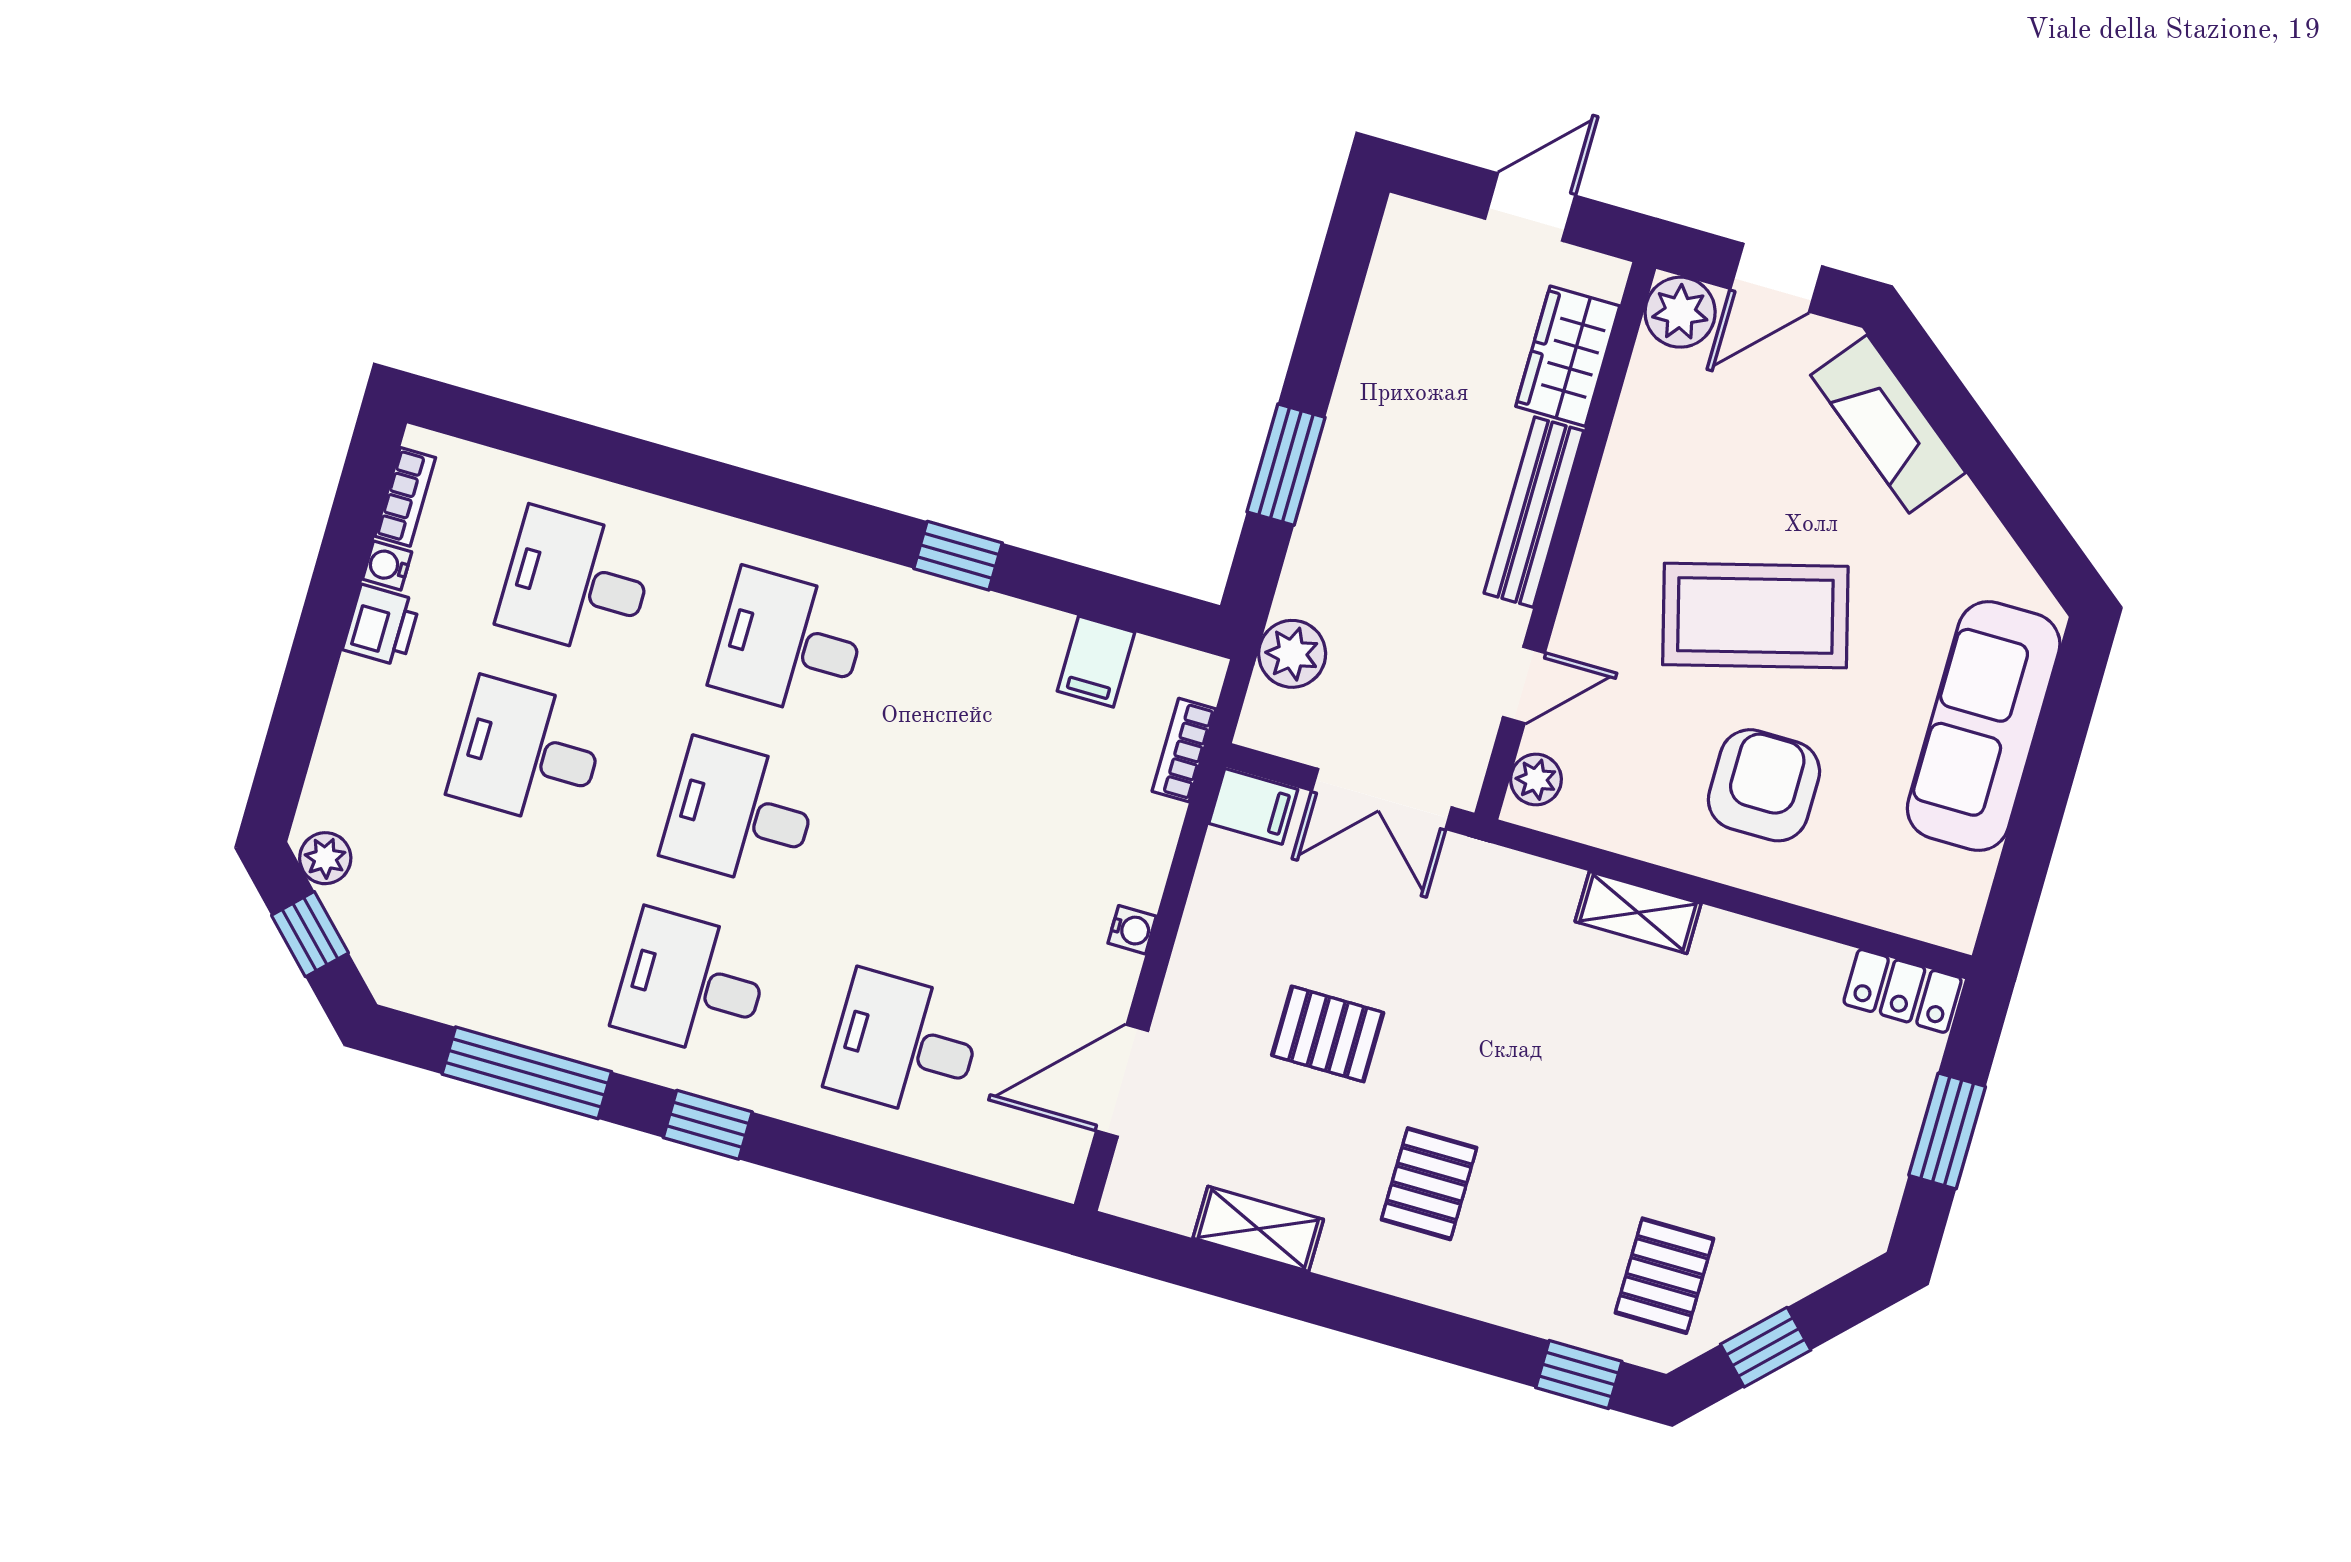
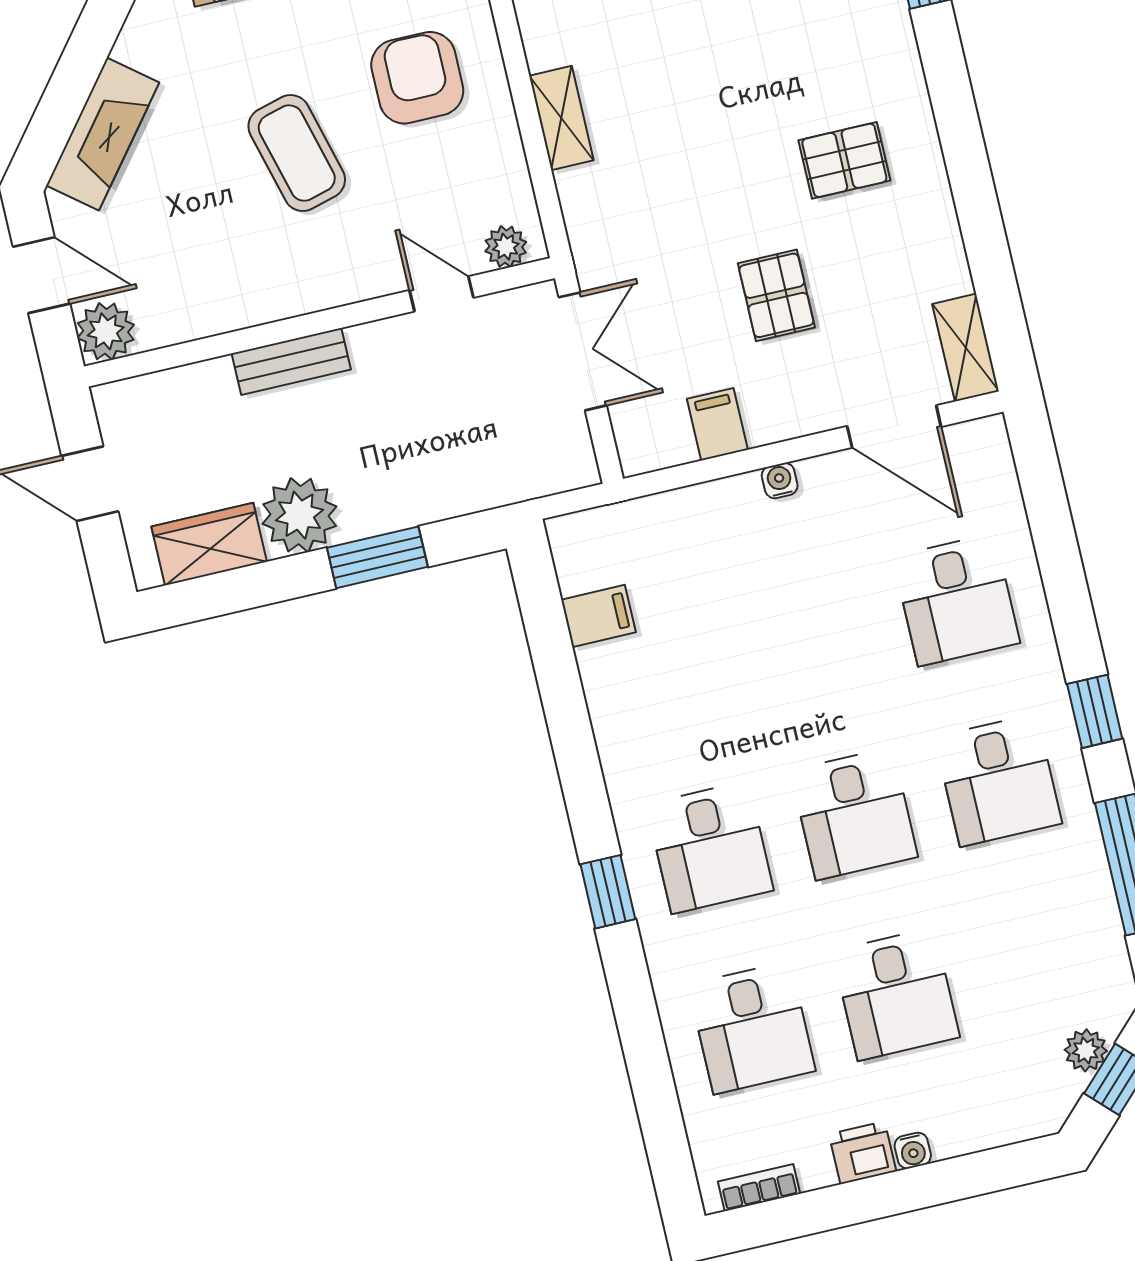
wardrobe: (1568, 356) -> (209, 544), moved, turned 180
bench: (1534, 512) -> (291, 361), width x0.73
window: (958, 556) -> (608, 892), moved
water cooler: (387, 566) -> (913, 1151), moved
coffee table: (1755, 616) -> (297, 153), width x0.73, depth x0.76
plant: (1292, 654) -> (300, 515), moved, width x1.36, depth x1.36
bookcase: (1184, 750) -> (627, 516), removed
armchair: (1764, 785) -> (417, 78), turned 90
filing cabinet: (1253, 806) -> (717, 424), moved
plant: (325, 858) -> (1086, 1050), moved
shelving: (1258, 1229) -> (966, 348), moved

